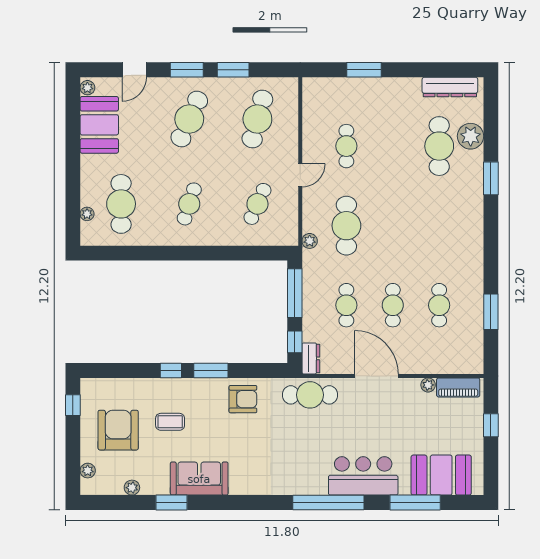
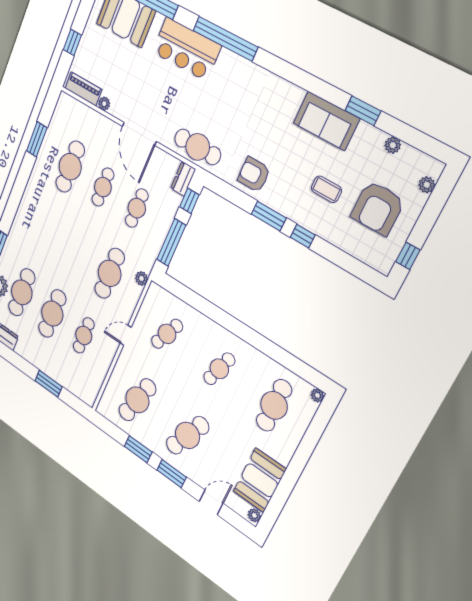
cafe table: (393, 146) -> (52, 314), added
plant: (87, 214) -> (317, 395), moved
cafe table: (439, 305) -> (70, 167), width x1.37, depth x1.35

